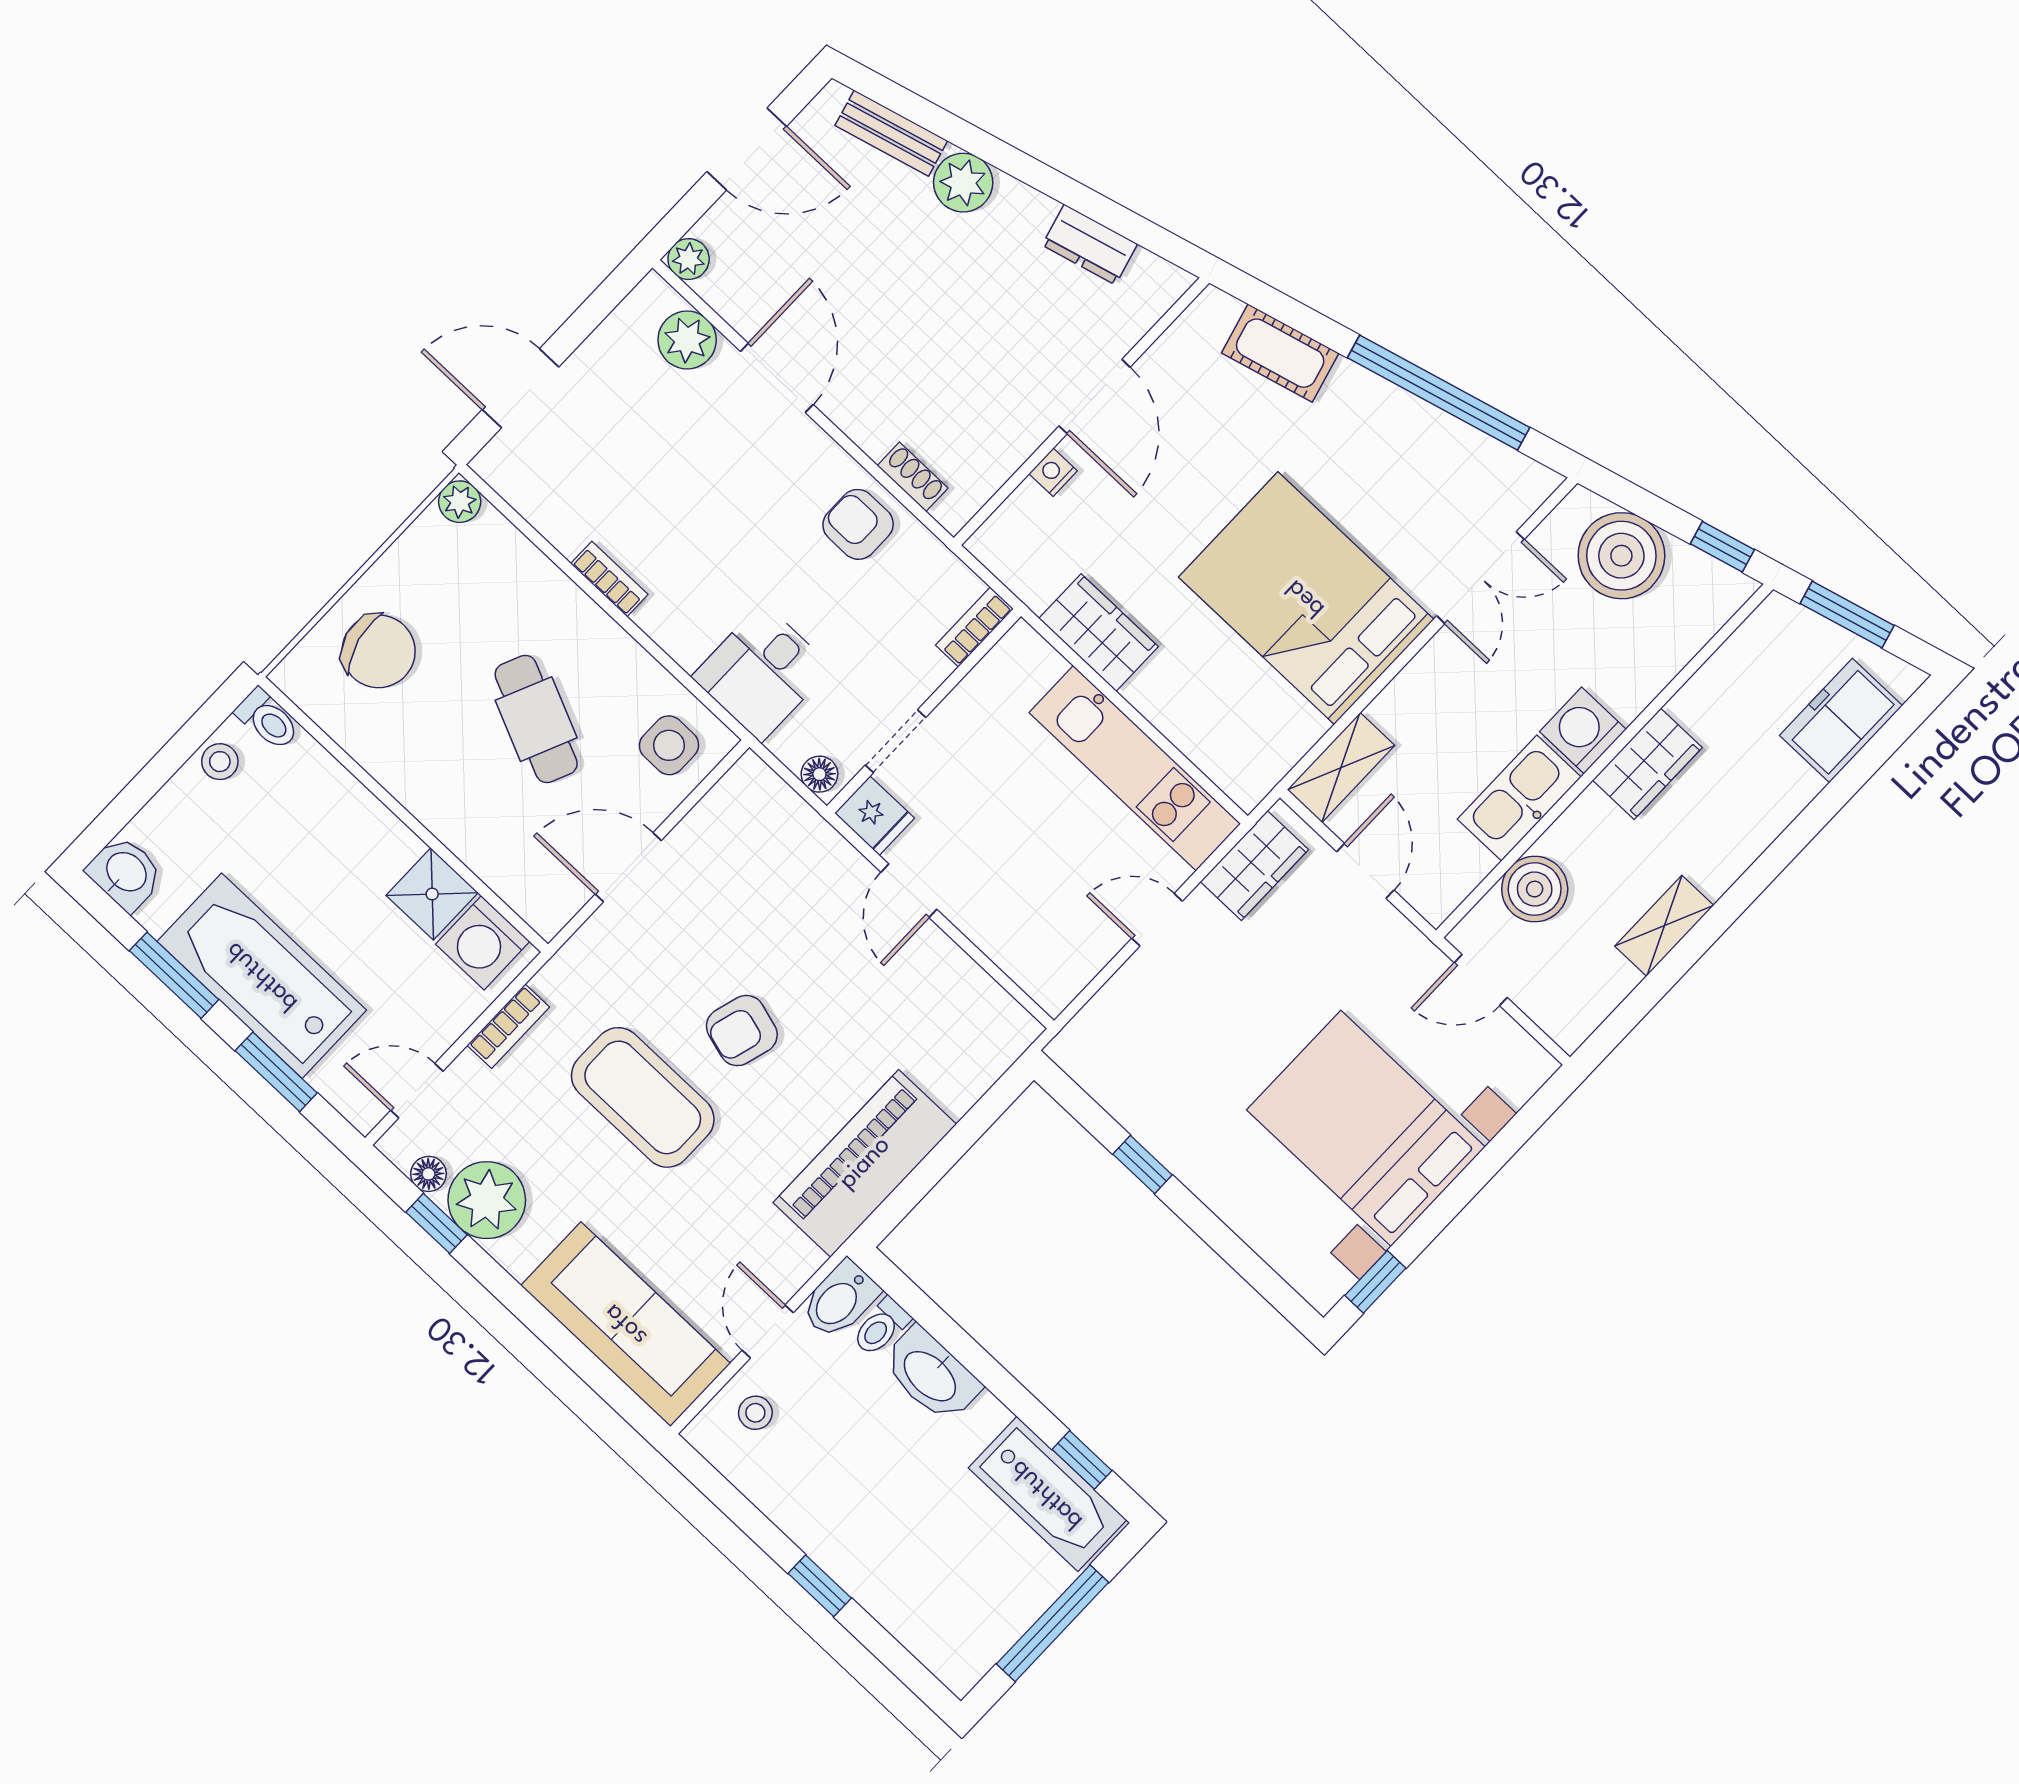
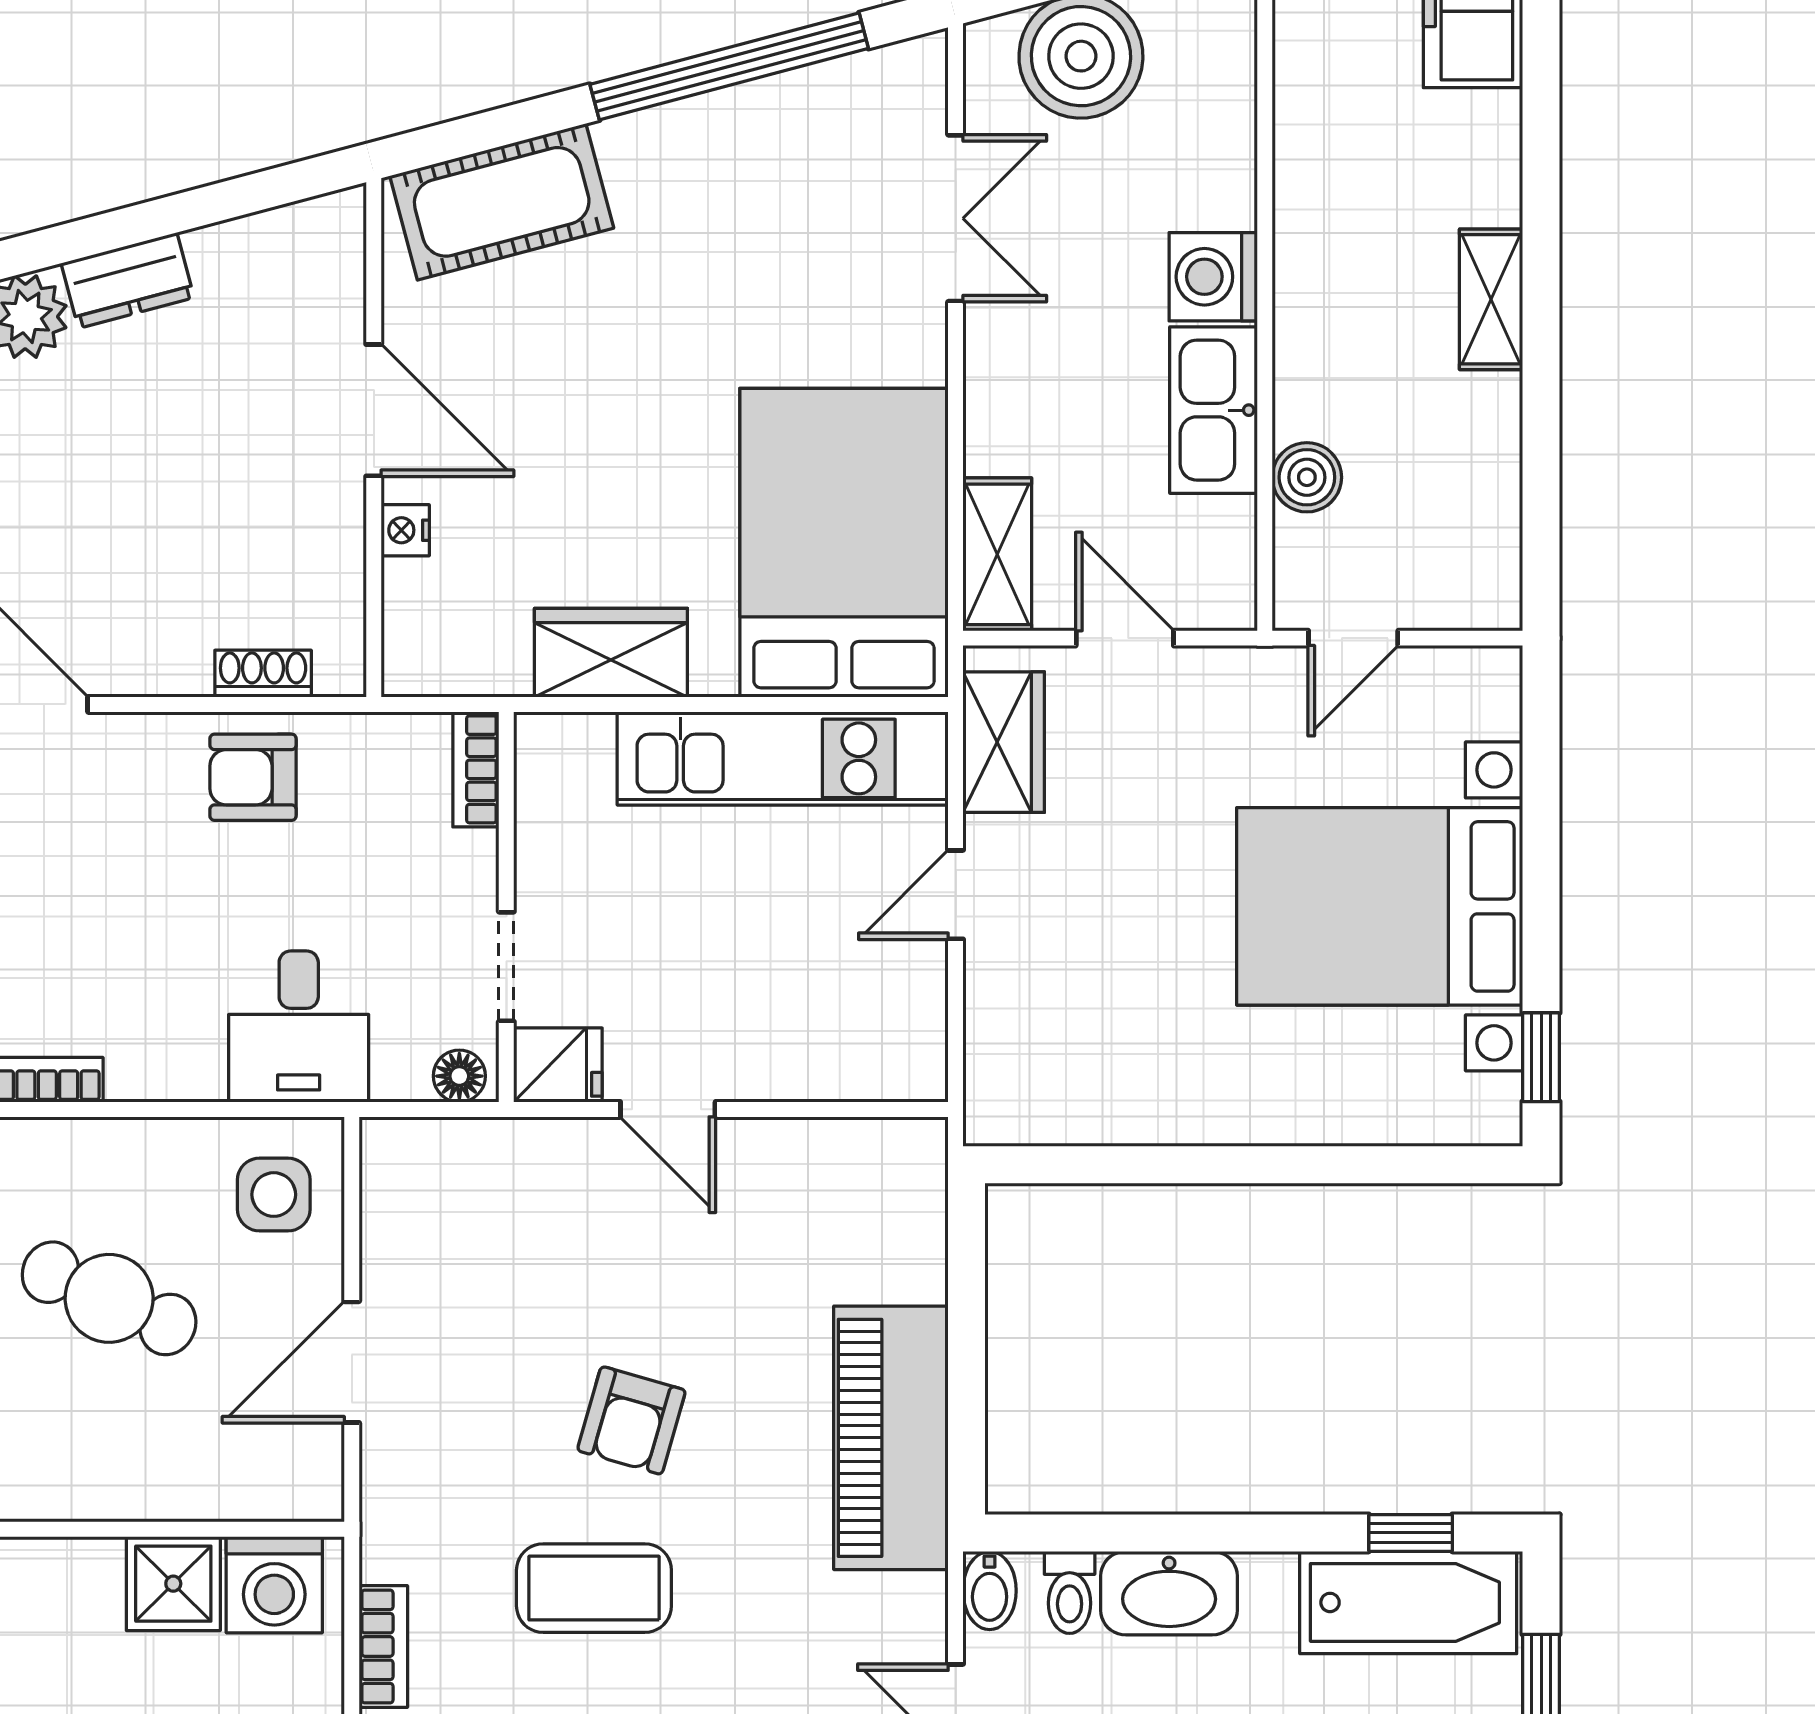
dresser: (1090, 245) -> (128, 280), moved
cot: (1280, 353) -> (502, 202), width x1.37, depth x1.34
bed: (1306, 598) -> (844, 543), moved, turned 90
wardrobe: (1647, 764) -> (1314, 248), removed
boiler: (1535, 889) -> (1307, 477), width x0.73, depth x0.73
shelving: (1664, 926) -> (1491, 299), moved
coffee table: (643, 1097) -> (594, 1588), width x0.73, depth x0.76
window: (1143, 1165) -> (1182, 1165), removed
bidet: (840, 1300) -> (990, 1591), width x0.72, depth x0.74

